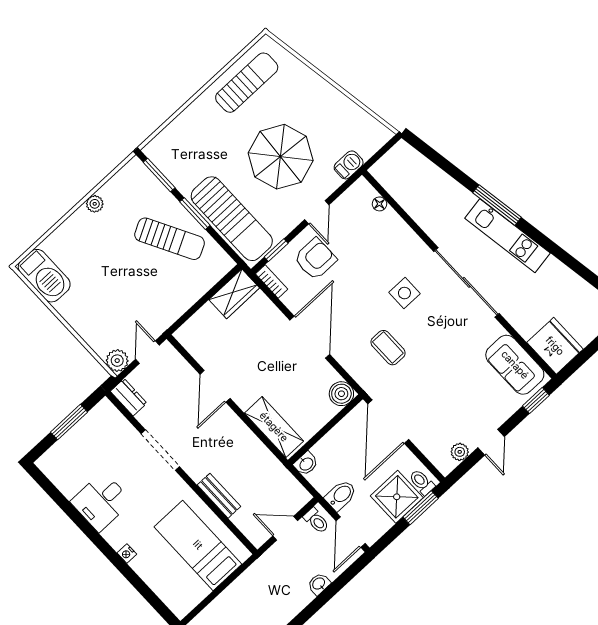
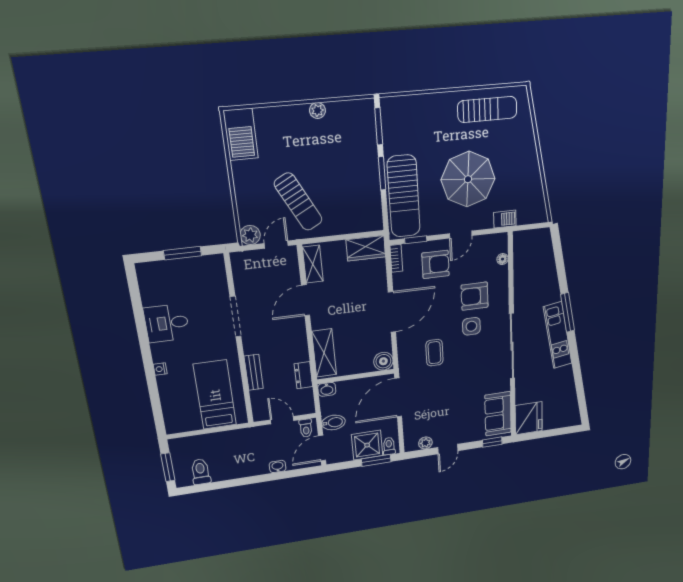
sun lounger: (170, 239) -> (298, 202), moved
armchair: (382, 261) -> (475, 296), added
shelving: (196, 346) -> (313, 264), added
dresser: (129, 397) -> (303, 375), moved, turned 180

